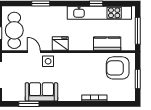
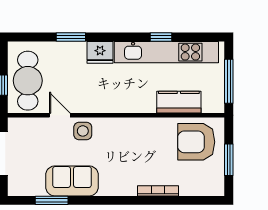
fridge: (60, 43) -> (100, 52), moved, turned 180

